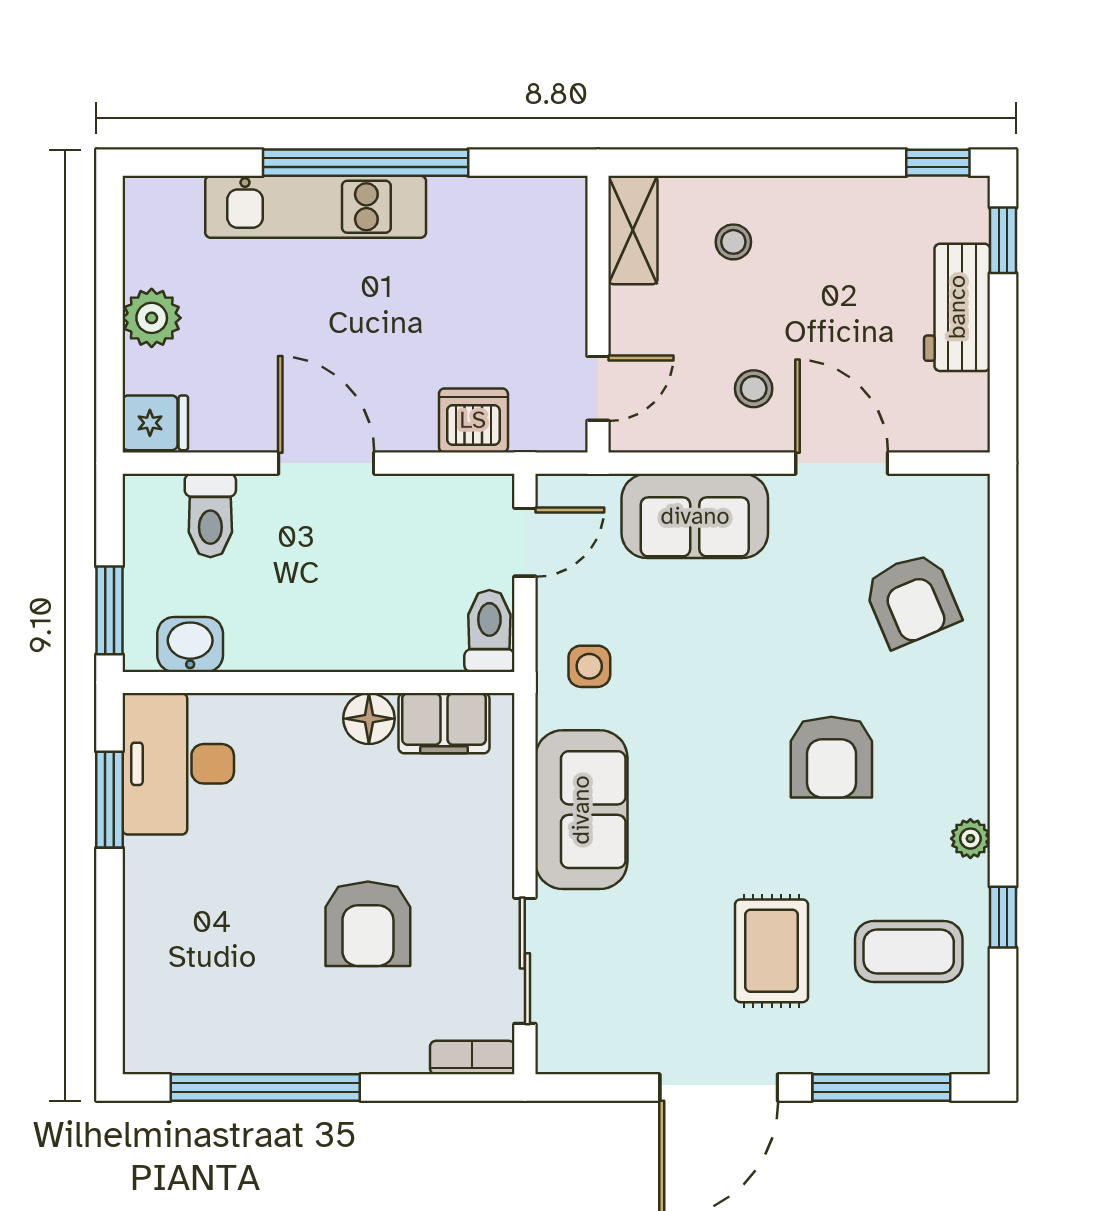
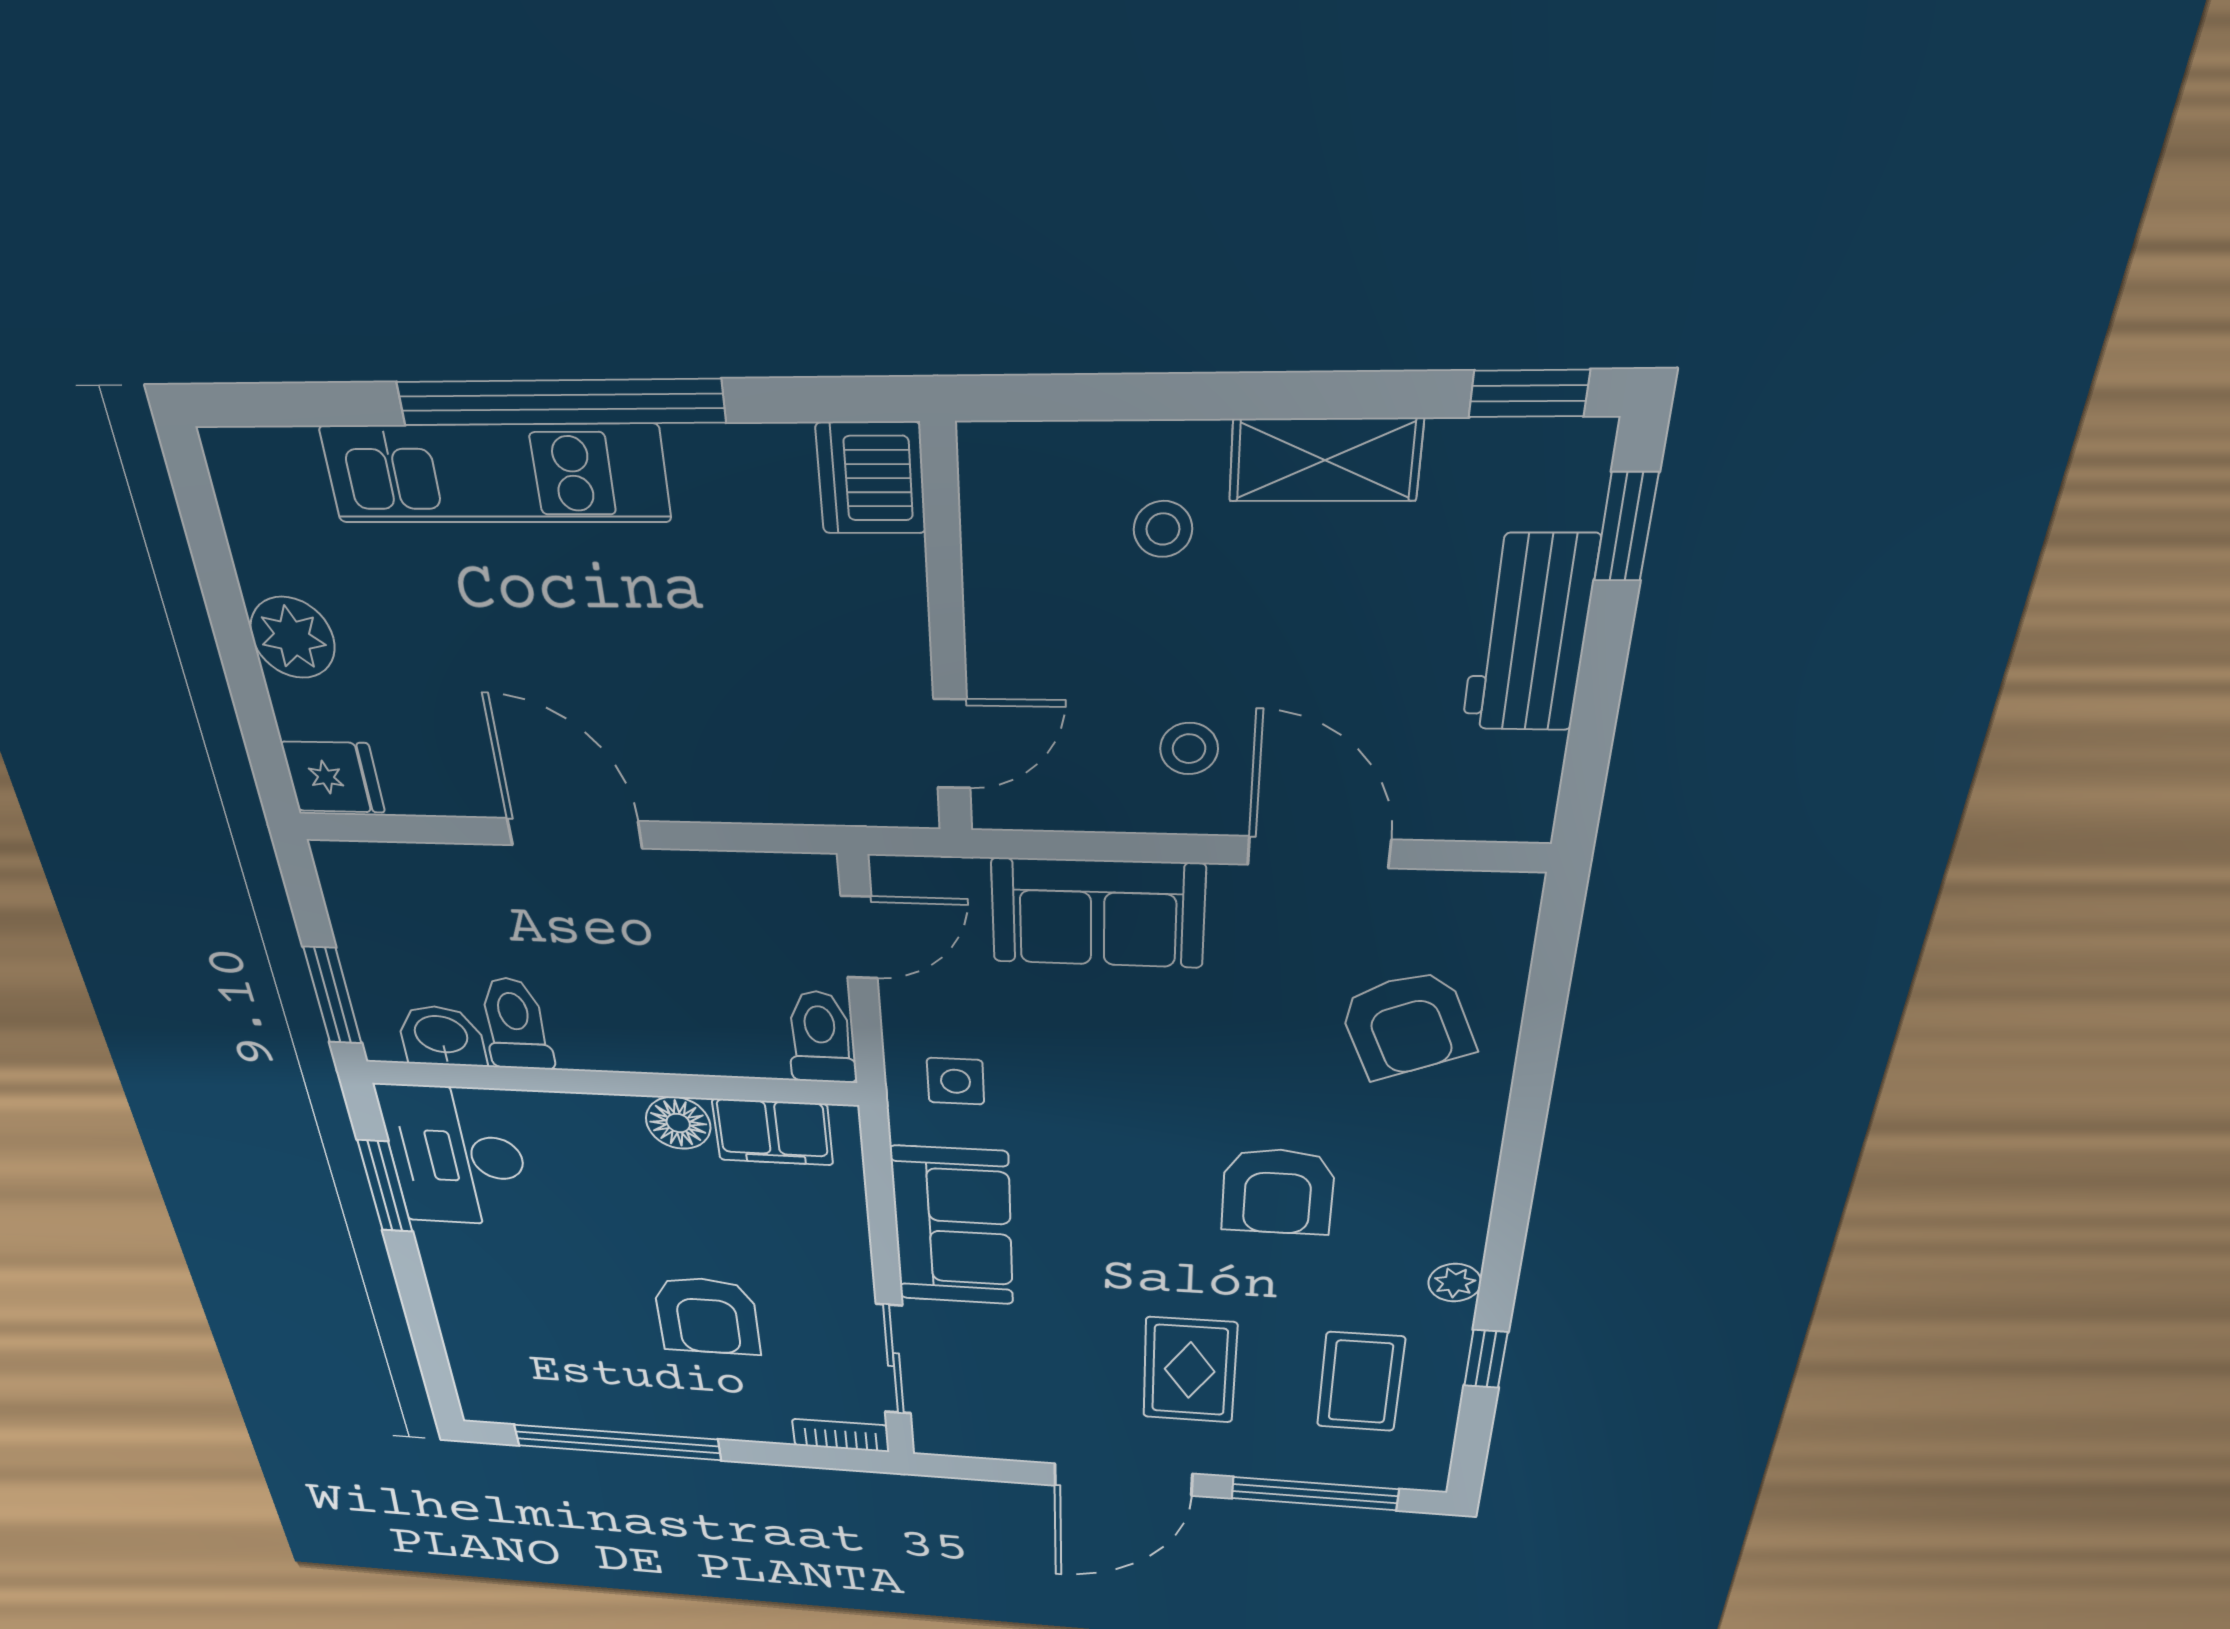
shelving: (633, 230) -> (1325, 460), moved, turned 90
dishwasher: (473, 420) -> (871, 478), moved, turned -90
toilet: (210, 515) -> (516, 1024), moved, turned 180
coffee table: (909, 951) -> (1361, 1382), turned 90

